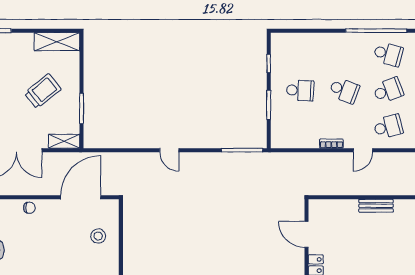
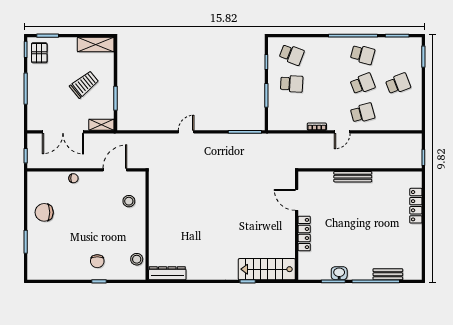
school desk: (344, 90) -> (292, 55), moved
door: (169, 150) -> (186, 132), swing flipped
door: (81, 197) -> (115, 170), width x0.73
bench: (376, 206) -> (353, 177), width x1.36

